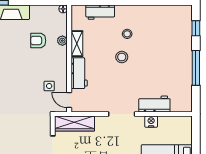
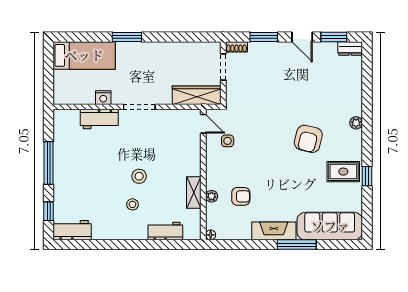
workbench: (79, 73) -> (72, 230), moved, turned 90

